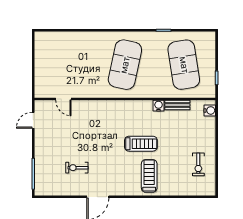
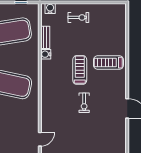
exercise bike: (198, 164) -> (78, 17), moved
exercise bike: (77, 168) -> (84, 103), moved

